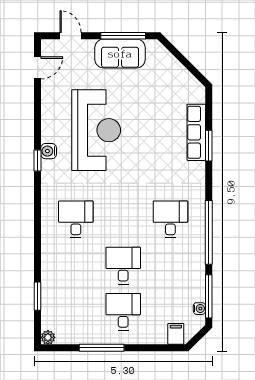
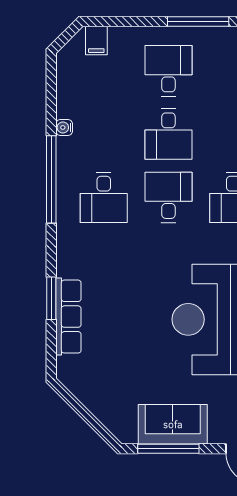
desk: (123, 219) -> (168, 197), added
window: (209, 296) -> (51, 92), removed
water cooler: (199, 309) -> (64, 127), moved
desk: (123, 312) -> (168, 71), turned 180

